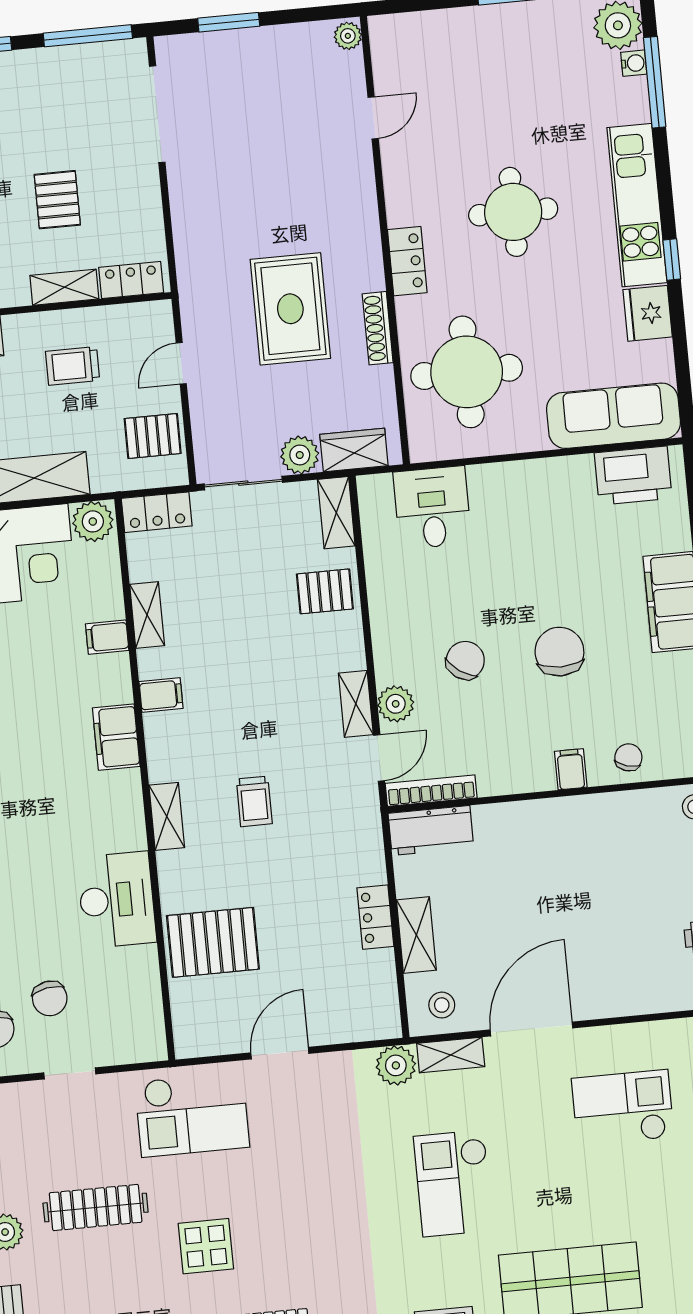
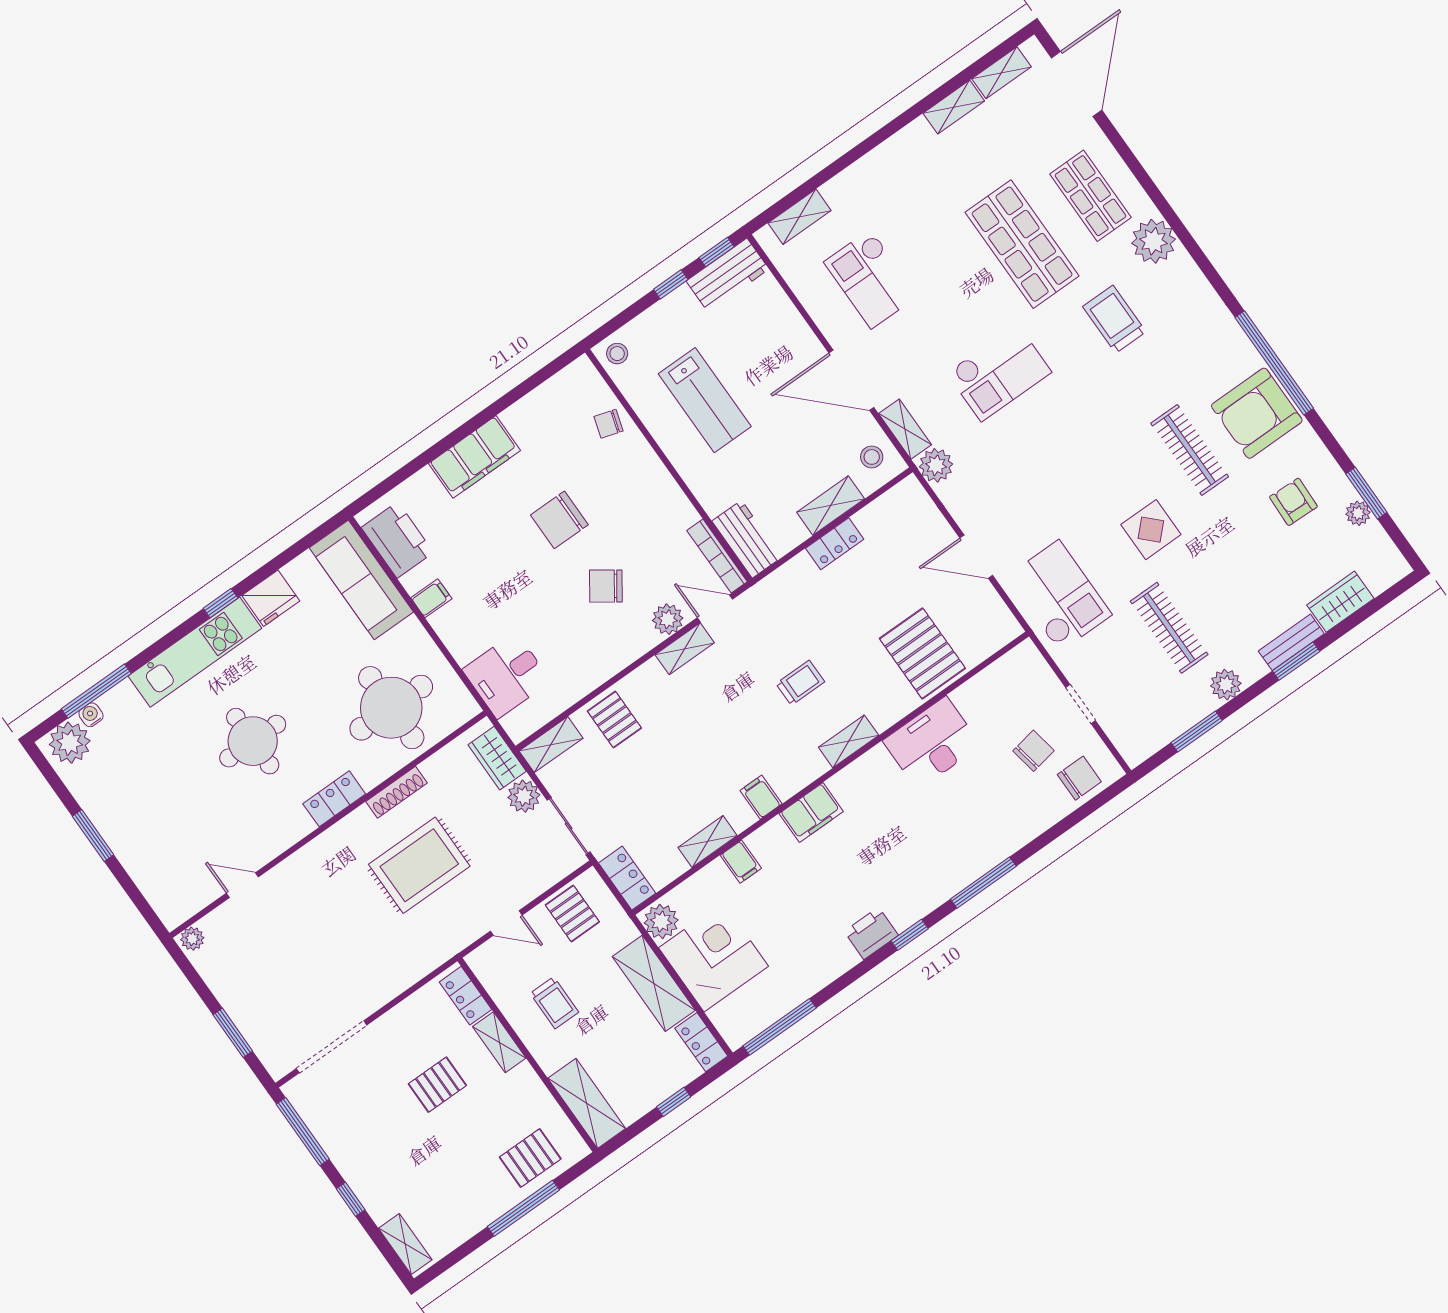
filing cabinet: (571, 769) -> (431, 598), moved, turned 180
lab bench: (596, 869) -> (705, 400), added

